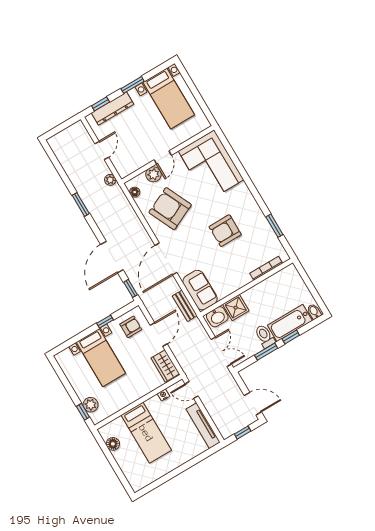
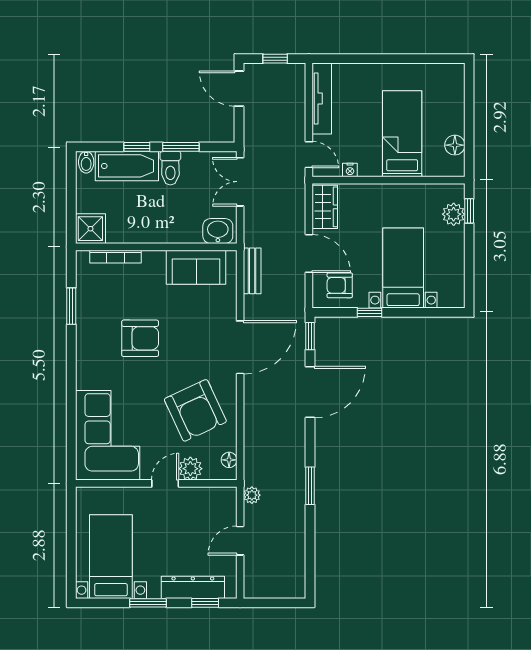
sofa: (200, 290) -> (196, 267), moved, turned -90
shower: (236, 308) -> (90, 229), moved
door: (159, 334) -> (309, 253), swing flipped

